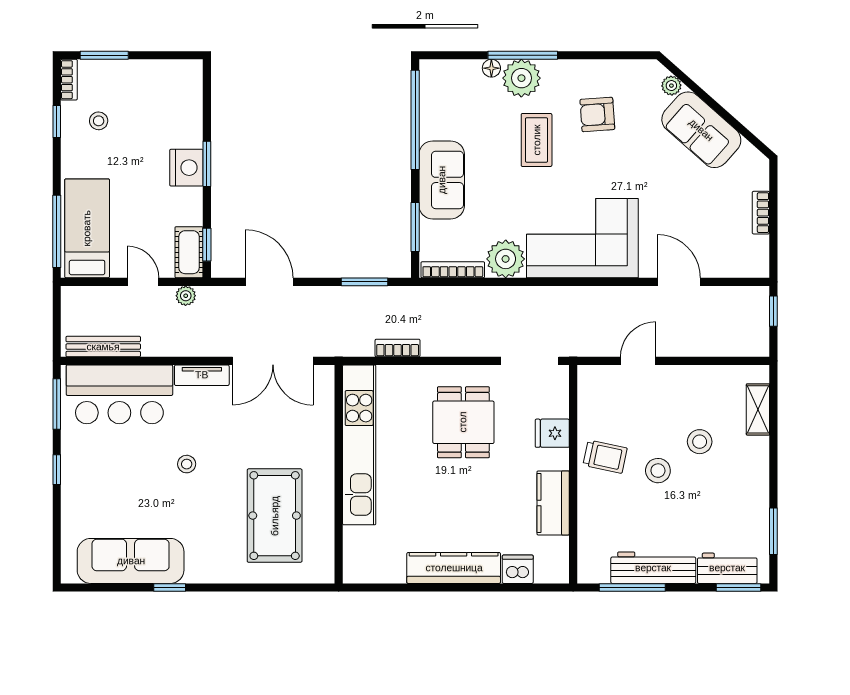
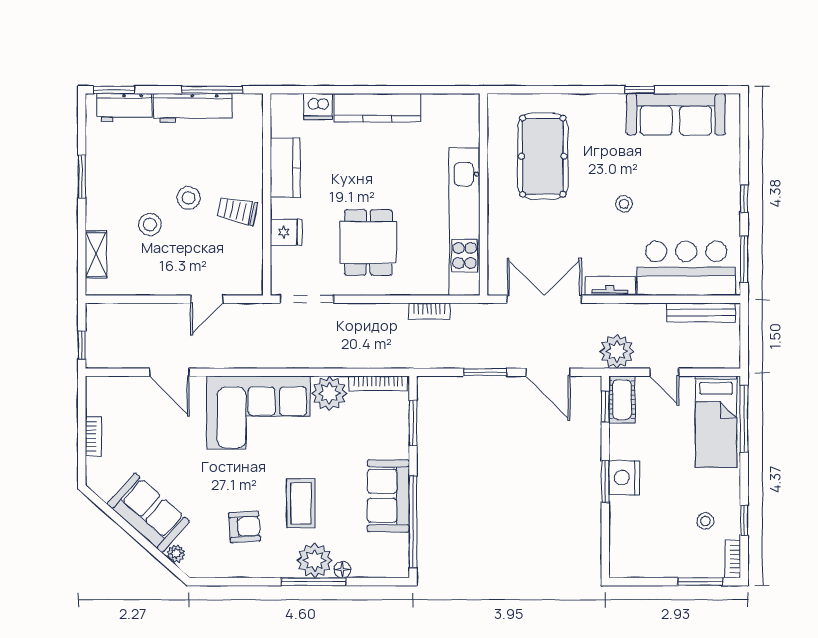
sofa: (442, 180) -> (388, 496), moved
window: (365, 282) -> (485, 372), moved
plant: (186, 296) -> (617, 351), width x1.88, depth x1.88
window: (773, 531) -> (82, 177), moved

